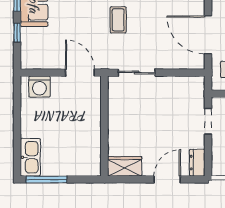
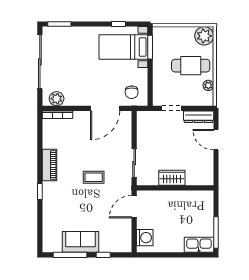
dresser: (197, 163) -> (199, 117), width x1.44
wardrobe: (125, 166) -> (172, 178), moved, turned 90

